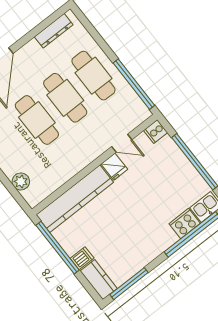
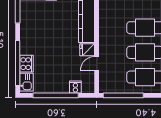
cooker: (156, 132) -> (75, 87), moved

